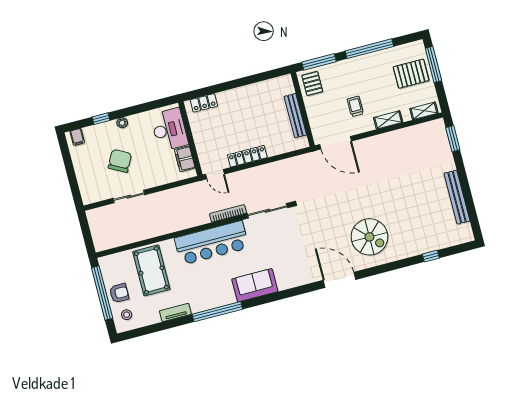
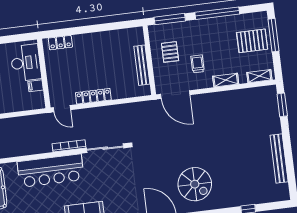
pallet: (312, 83) -> (170, 52), moved
filing cabinet: (185, 159) -> (36, 86), width x0.50

